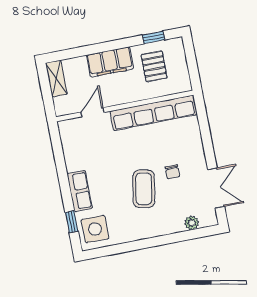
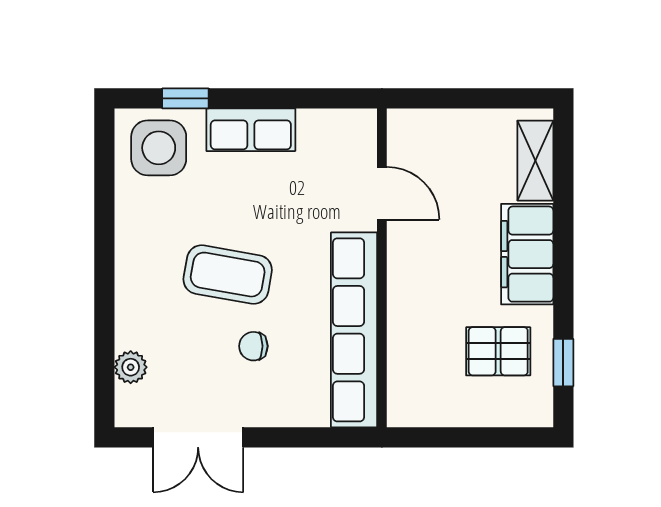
shelving: (56, 79) -> (535, 161), moved, turned 90
wall: (125, 106) -> (382, 268), moved
door: (93, 112) -> (382, 193), moved
row of seats: (154, 113) -> (354, 330), moved

